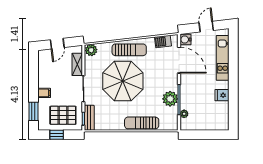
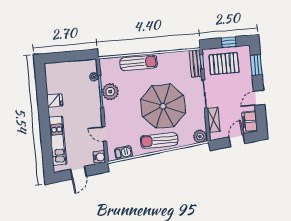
door: (179, 60) -> (104, 134), width x0.53
door: (33, 81) -> (259, 98), added
filing cabinet: (44, 93) -> (250, 121), moved, width x2.00

